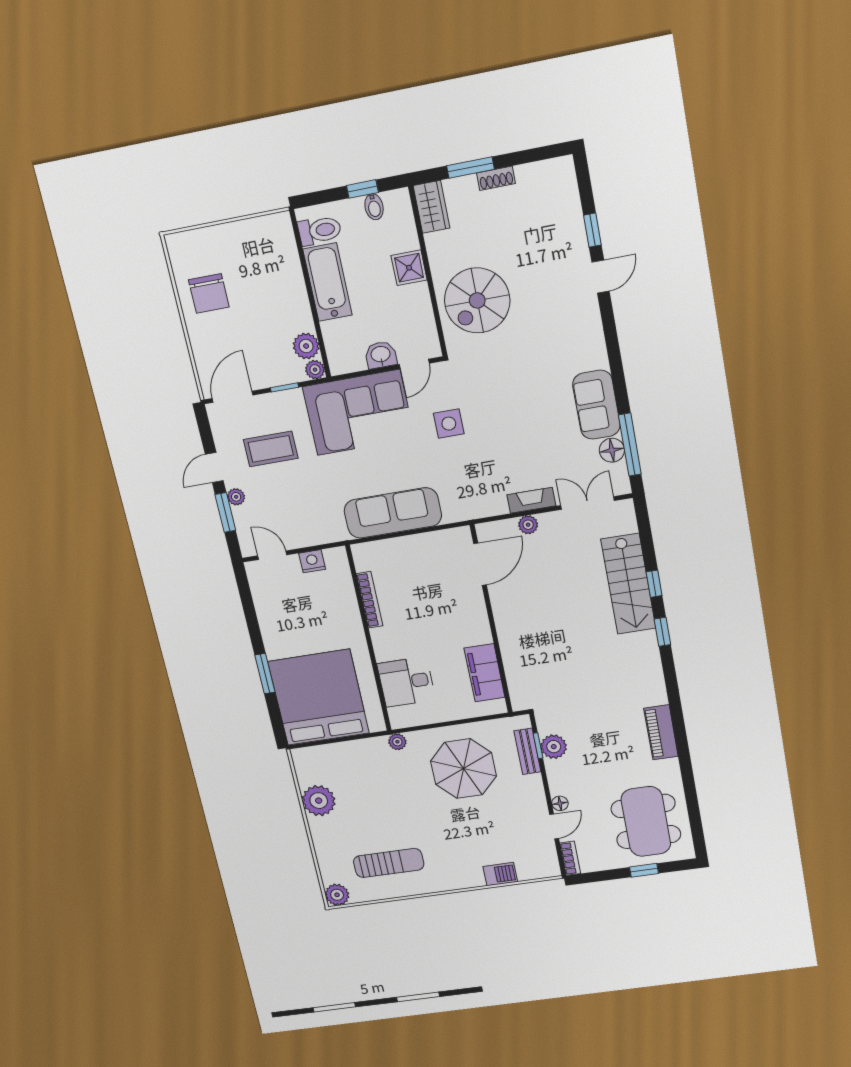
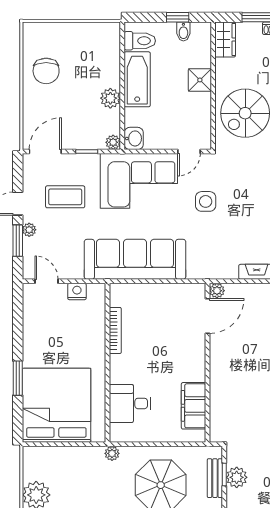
plant: (306, 346) -> (110, 98), moved
washbasin: (381, 355) -> (134, 138), moved, turned 90
sofa: (393, 513) -> (135, 259), width x1.36, depth x1.27
plant: (528, 525) -> (217, 291), moved

